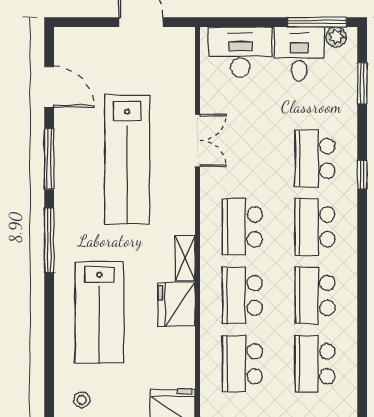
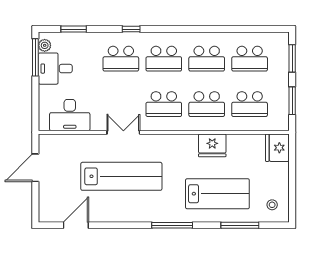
desk: (240, 52) -> (70, 115), moved, turned -90
double door: (197, 140) -> (123, 132), moved
window: (49, 159) -> (240, 225), moved
shelving: (185, 258) -> (183, 140), removed

